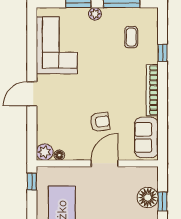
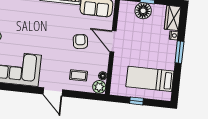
coffee table: (131, 37) -> (79, 75), moved
window: (32, 182) -> (136, 101), moved

